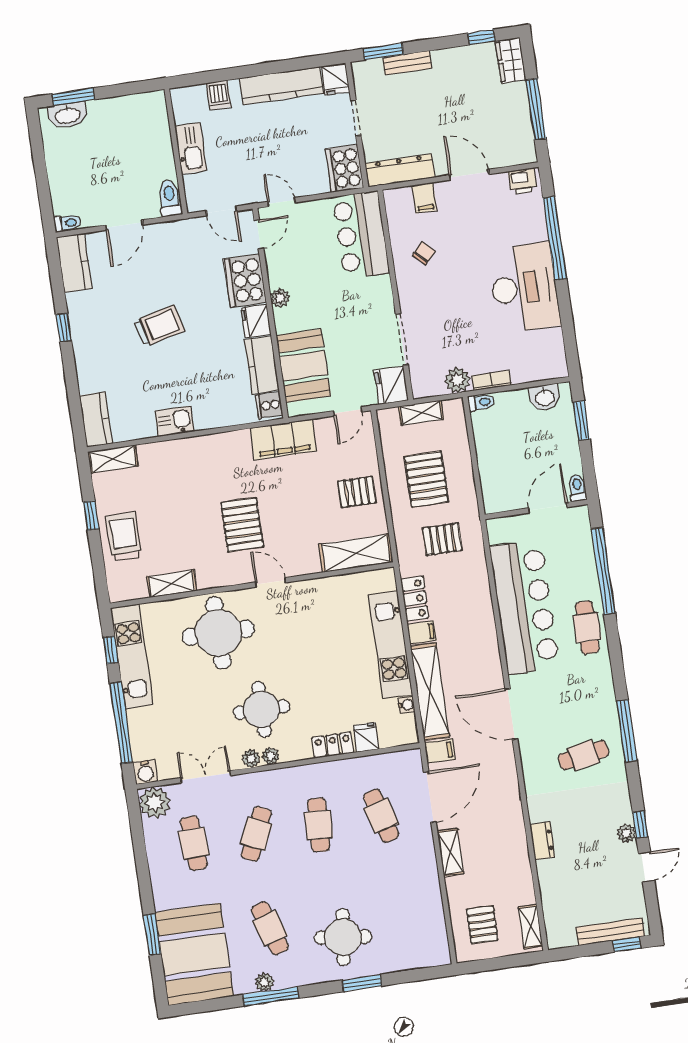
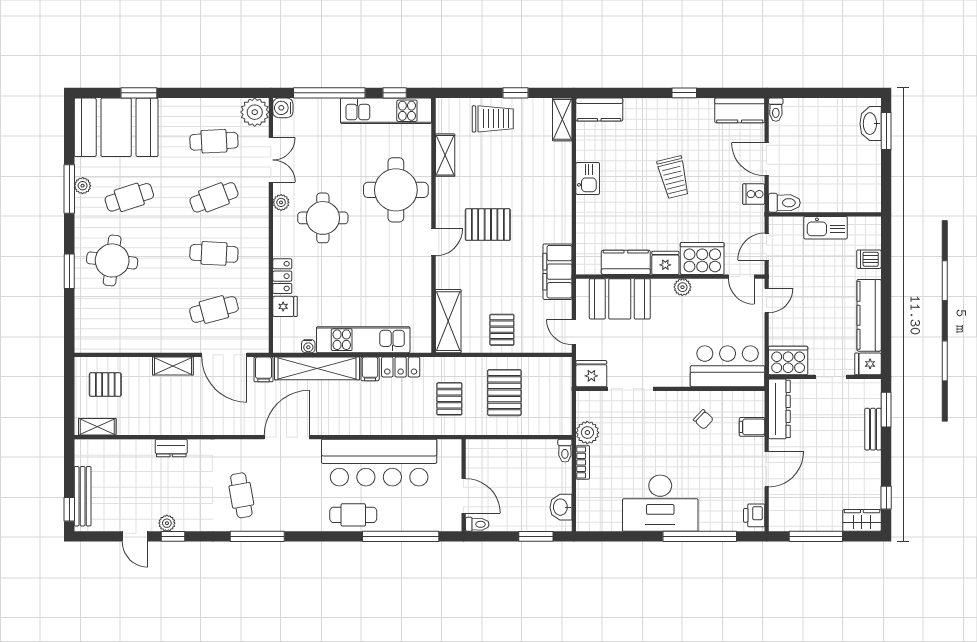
cooker: (269, 405) -> (754, 194), moved, turned -90
shelving: (421, 413) -> (563, 396), removed
pallet: (426, 479) -> (504, 393), turned 90
plant: (271, 756) -> (281, 220), removed
cafe table: (256, 834) -> (214, 197), turned -45

